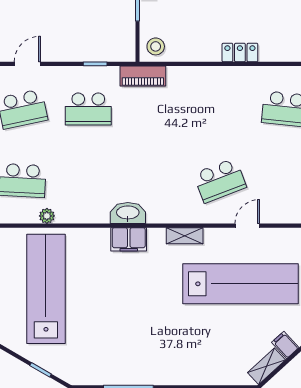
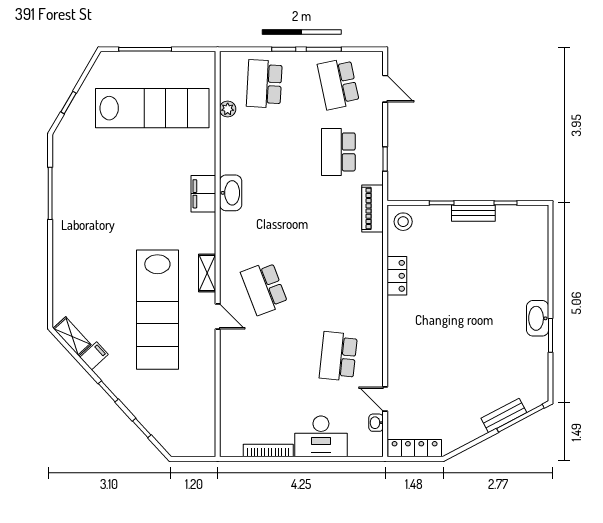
locker: (240, 52) -> (397, 276), moved
shelving: (185, 236) -> (207, 273), moved

